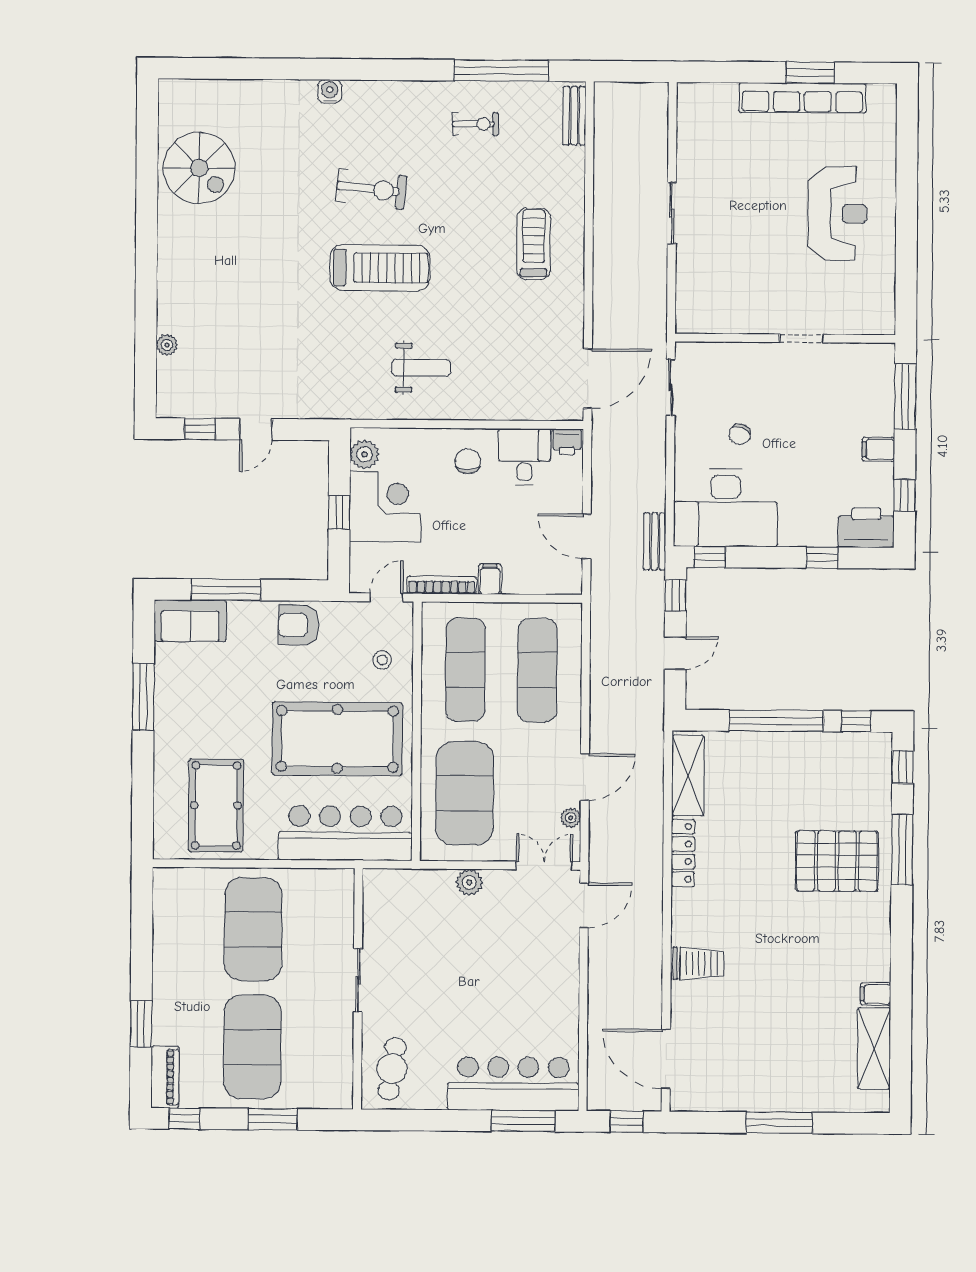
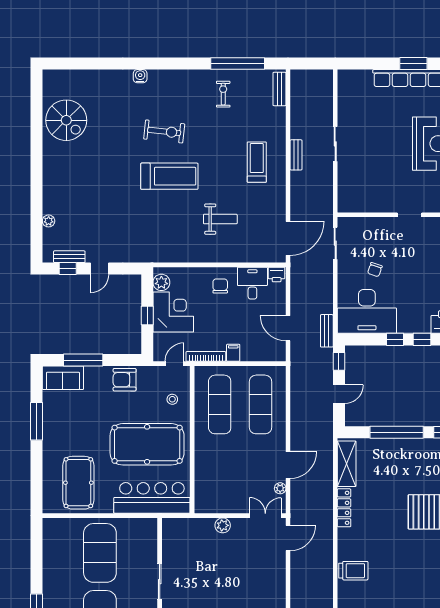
exercise bike: (475, 124) -> (223, 94), turned -90
bench: (603, 232) -> (296, 155), added
weight bench: (421, 368) -> (220, 219), moved
bench: (203, 408) -> (69, 257), added
window: (710, 557) -> (395, 339), moved
exercise mat: (465, 793) -> (220, 475), removed

